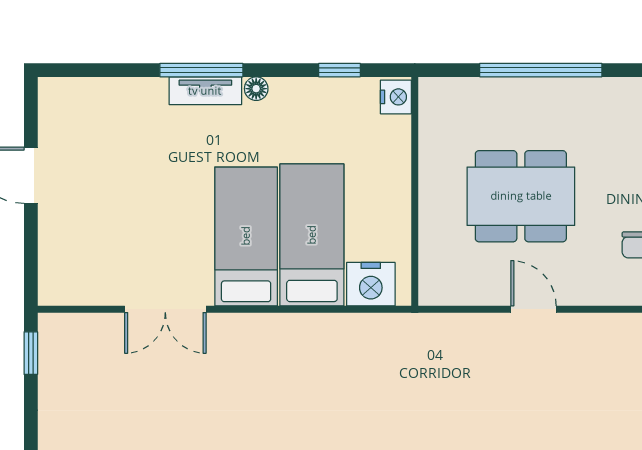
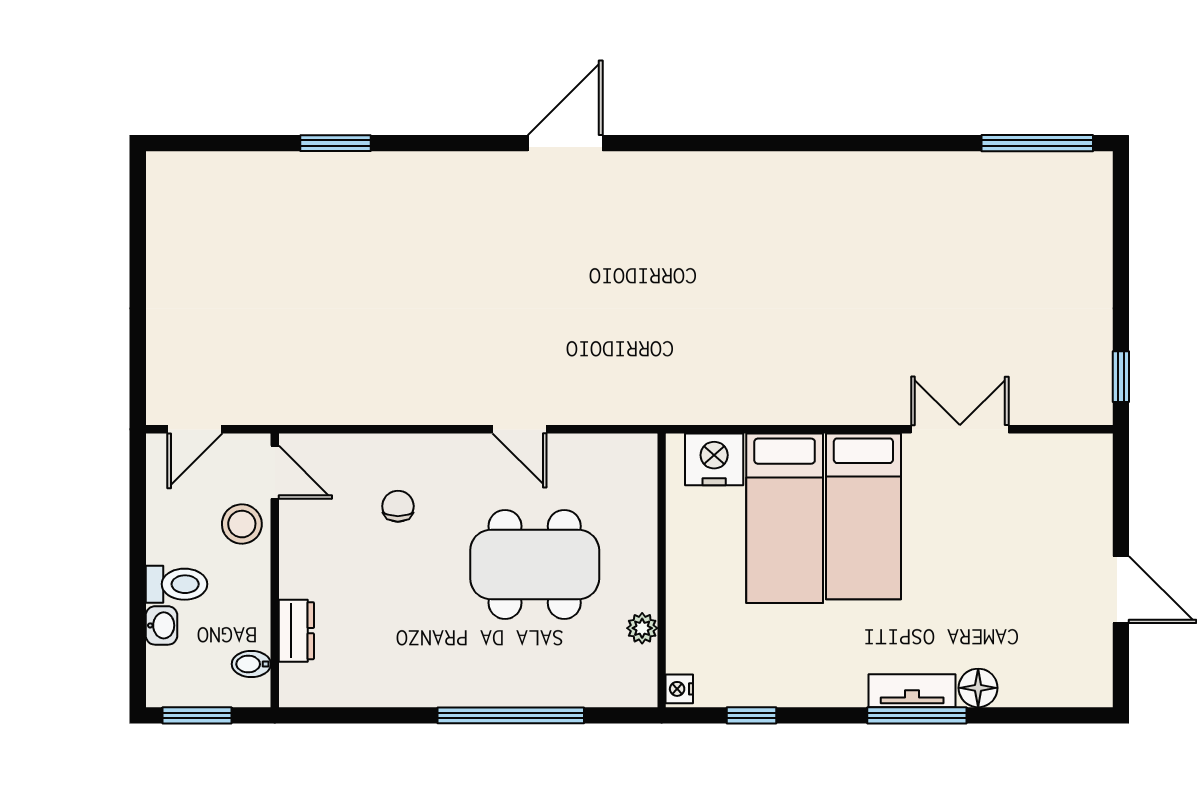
floor lamp: (256, 89) -> (978, 688), moved, width x1.37, depth x1.37
nightstand: (396, 97) -> (679, 689), width x0.72, depth x0.74
plant: (431, 143) -> (642, 628), added

